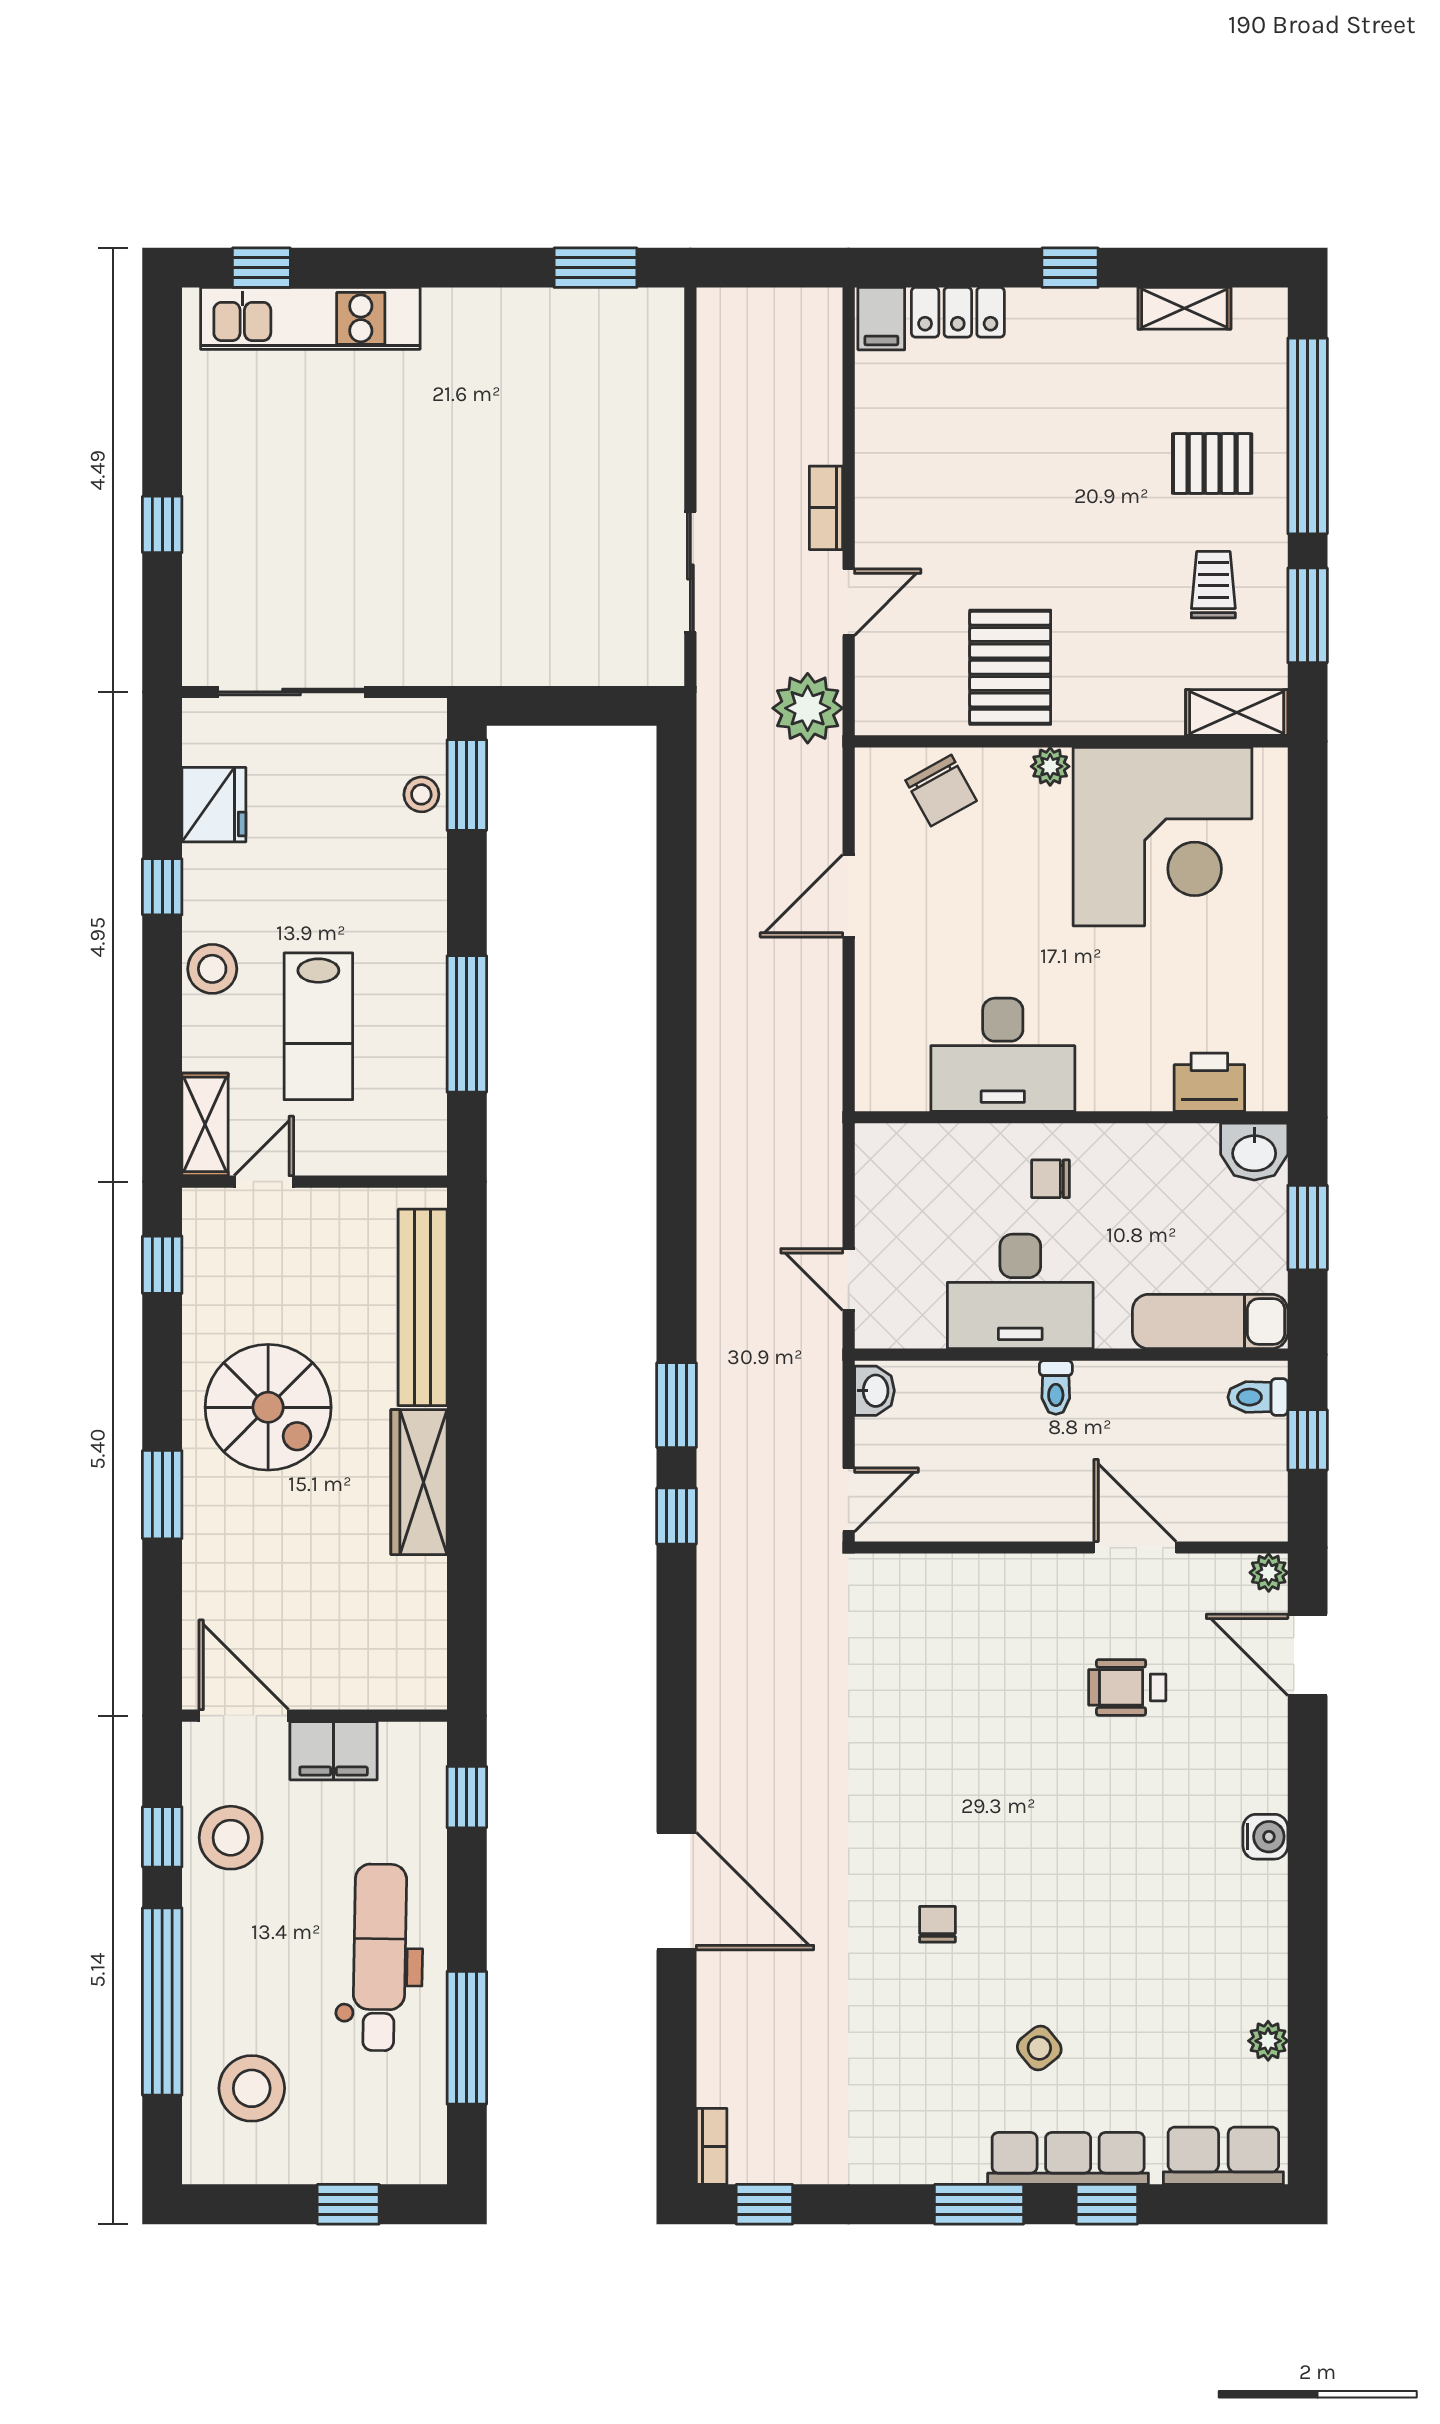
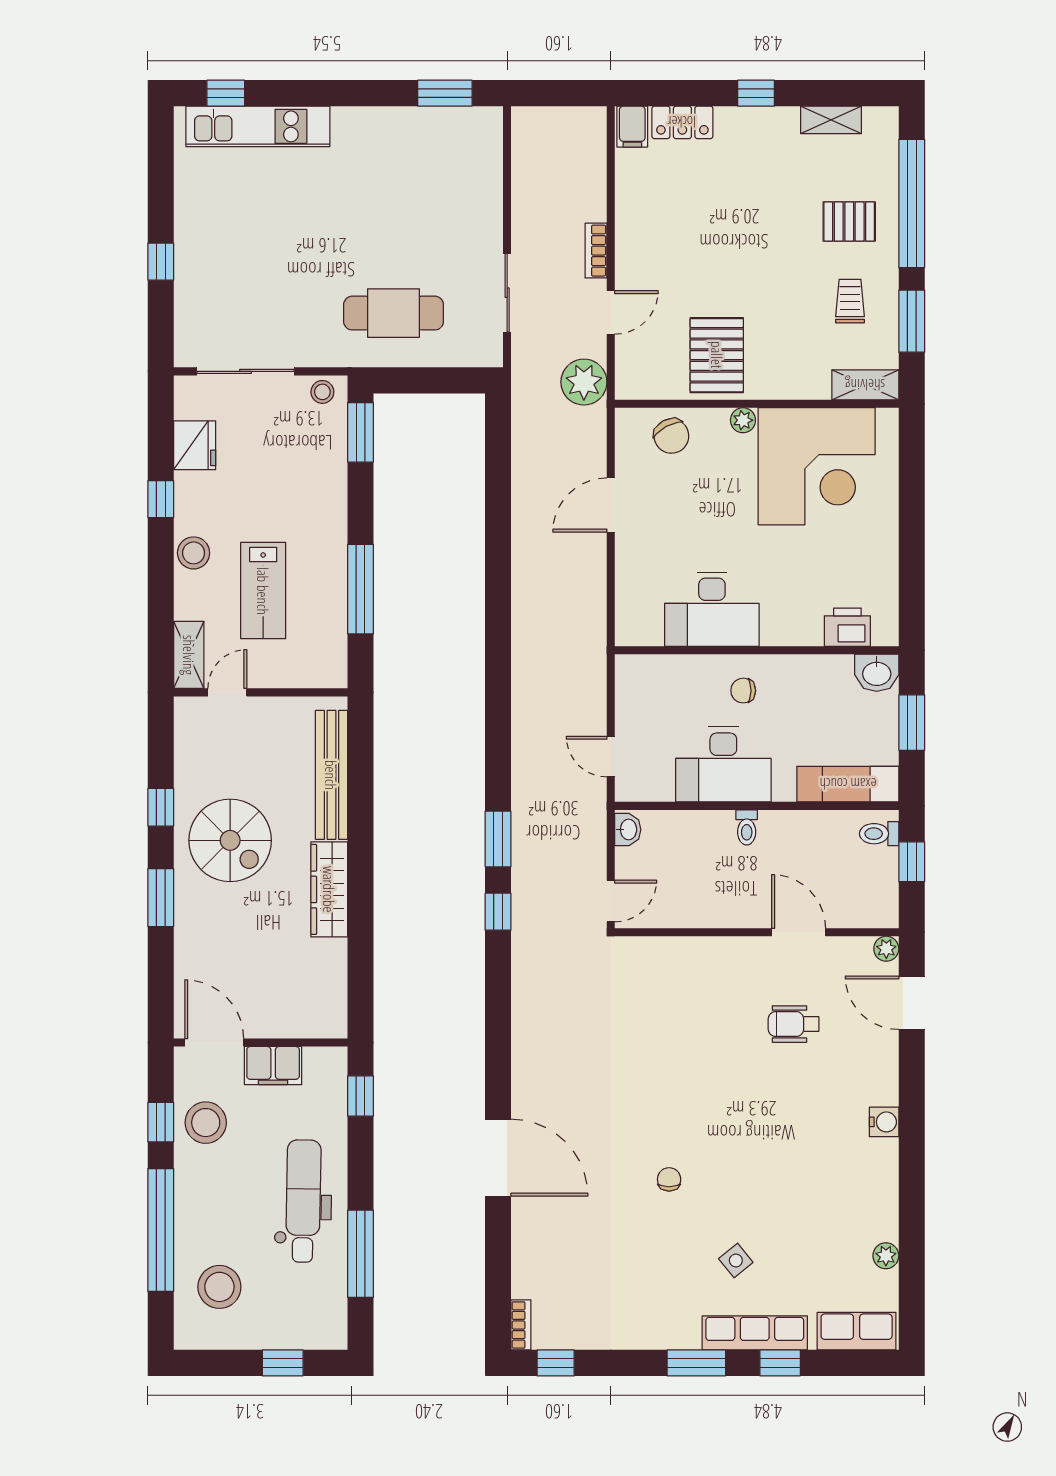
cafe table: (517, 603) -> (394, 313), added
stool: (421, 794) -> (322, 392), moved
window: (162, 1265) -> (161, 807), moved

